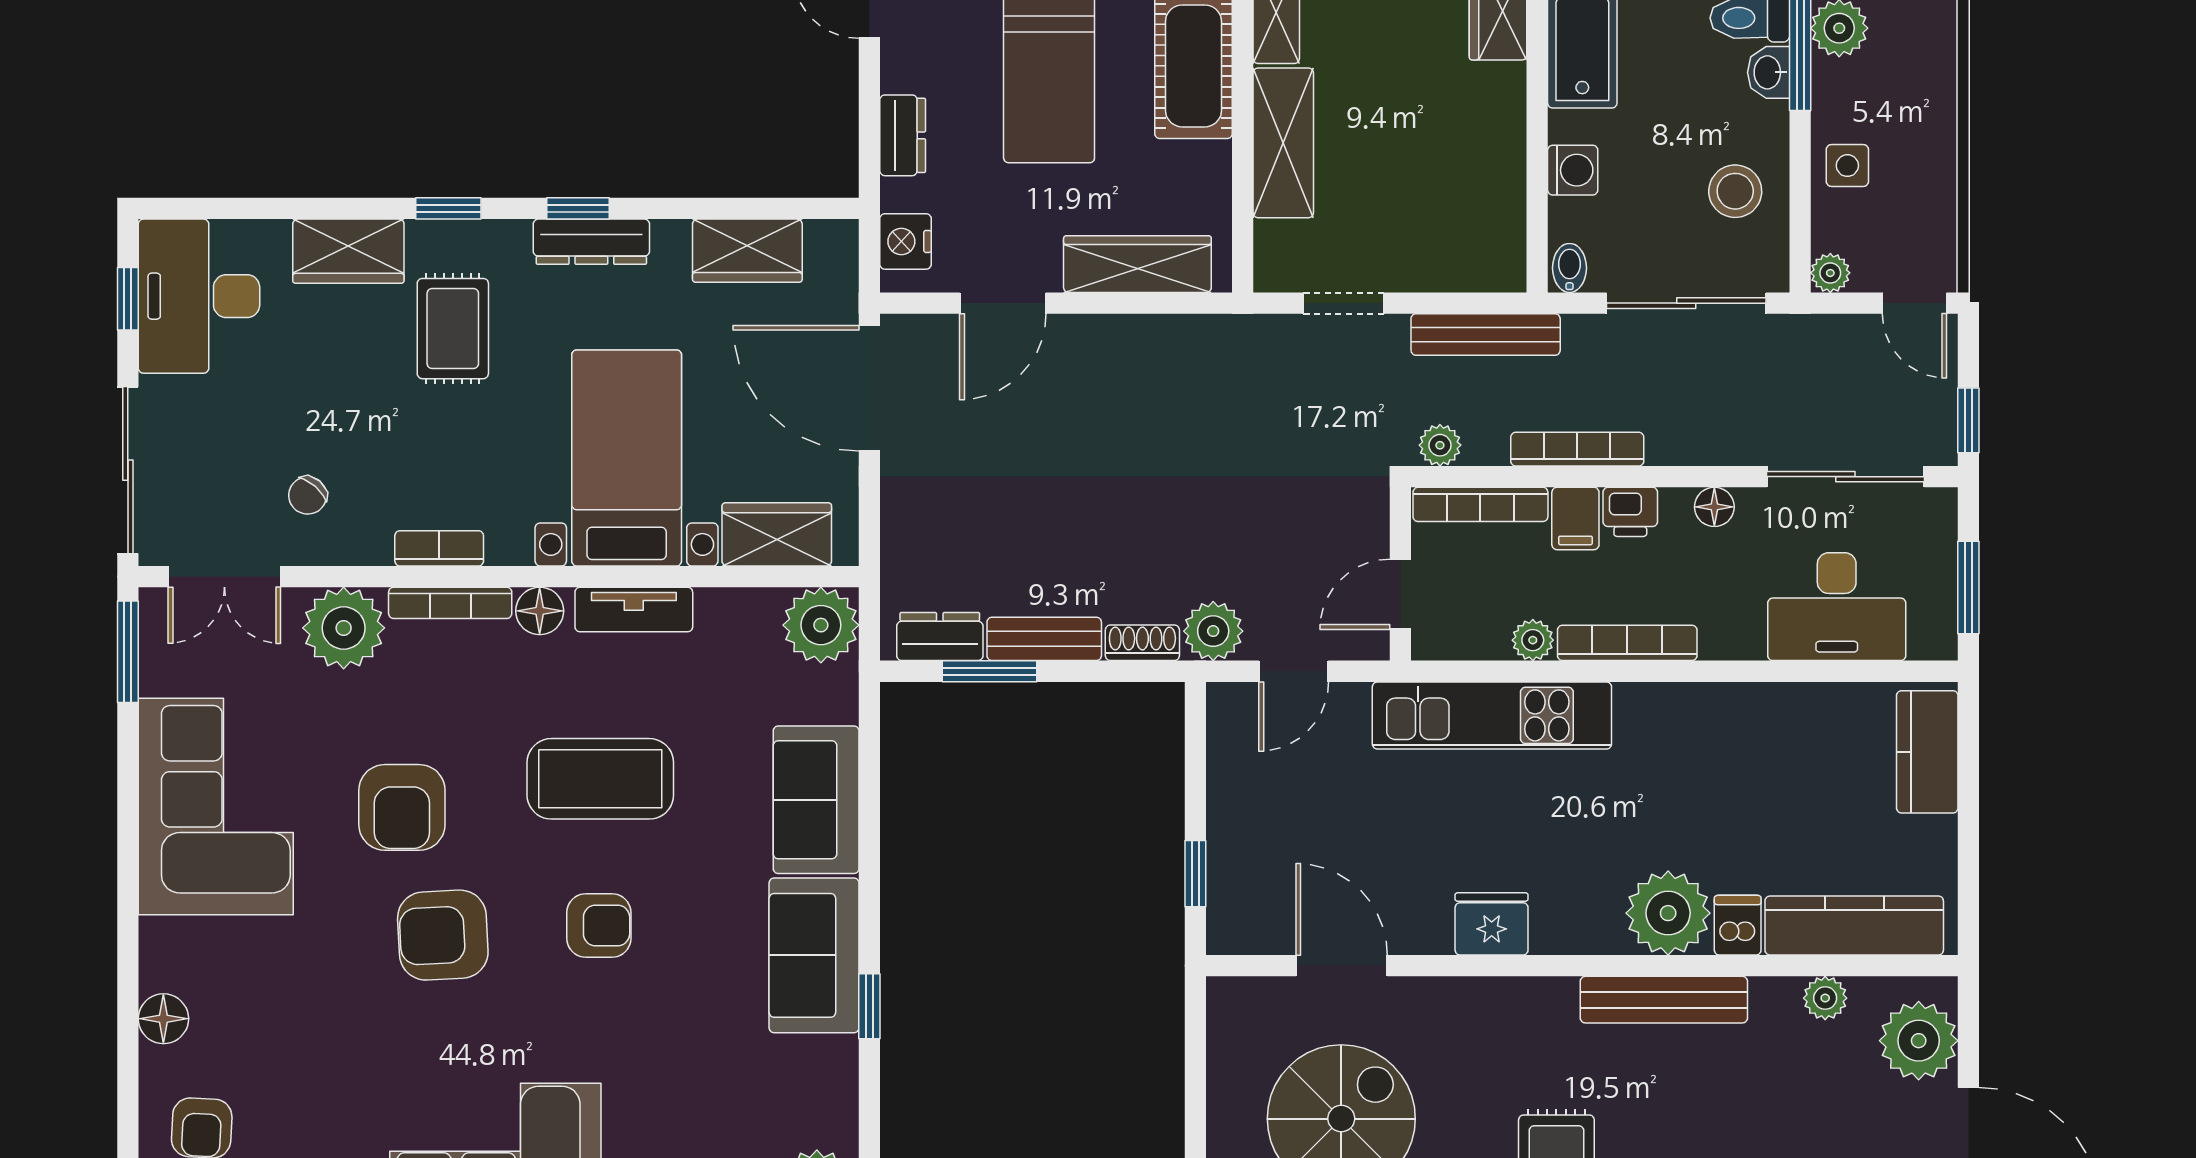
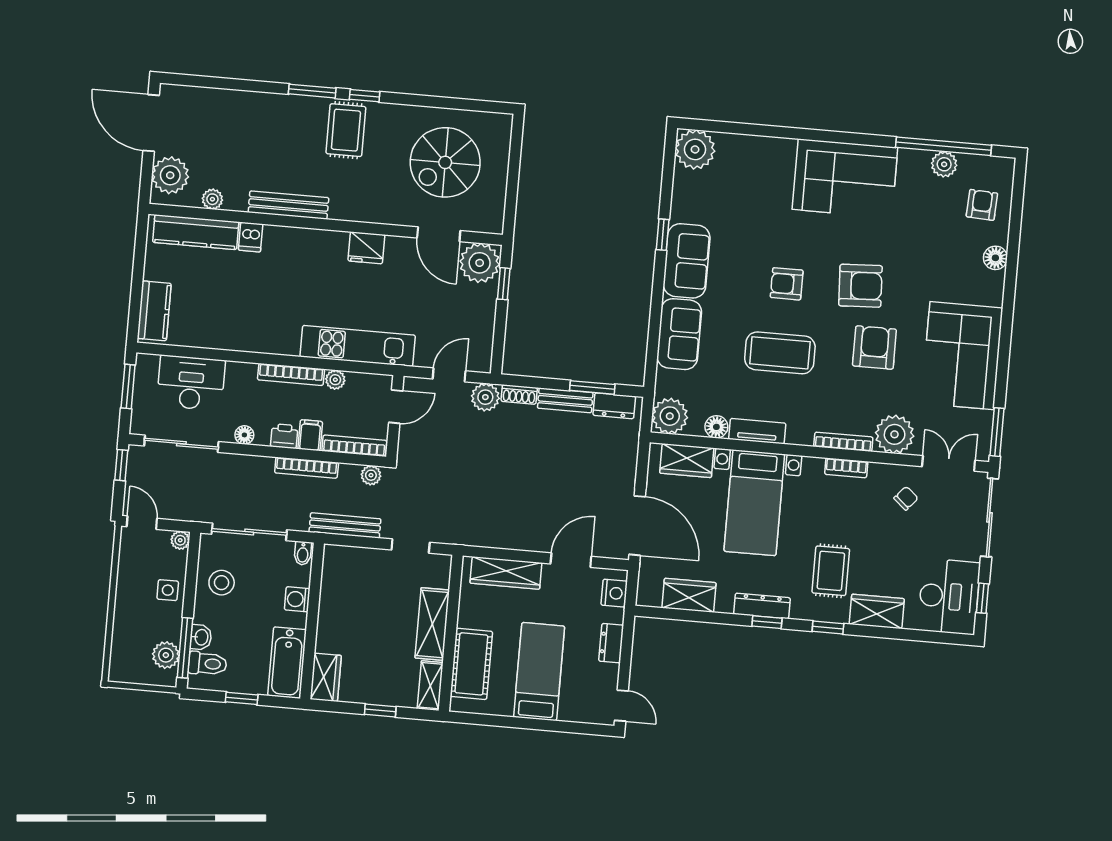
floor lamp: (540, 611) -> (716, 427), moved
plant: (1668, 913) -> (480, 263), moved

